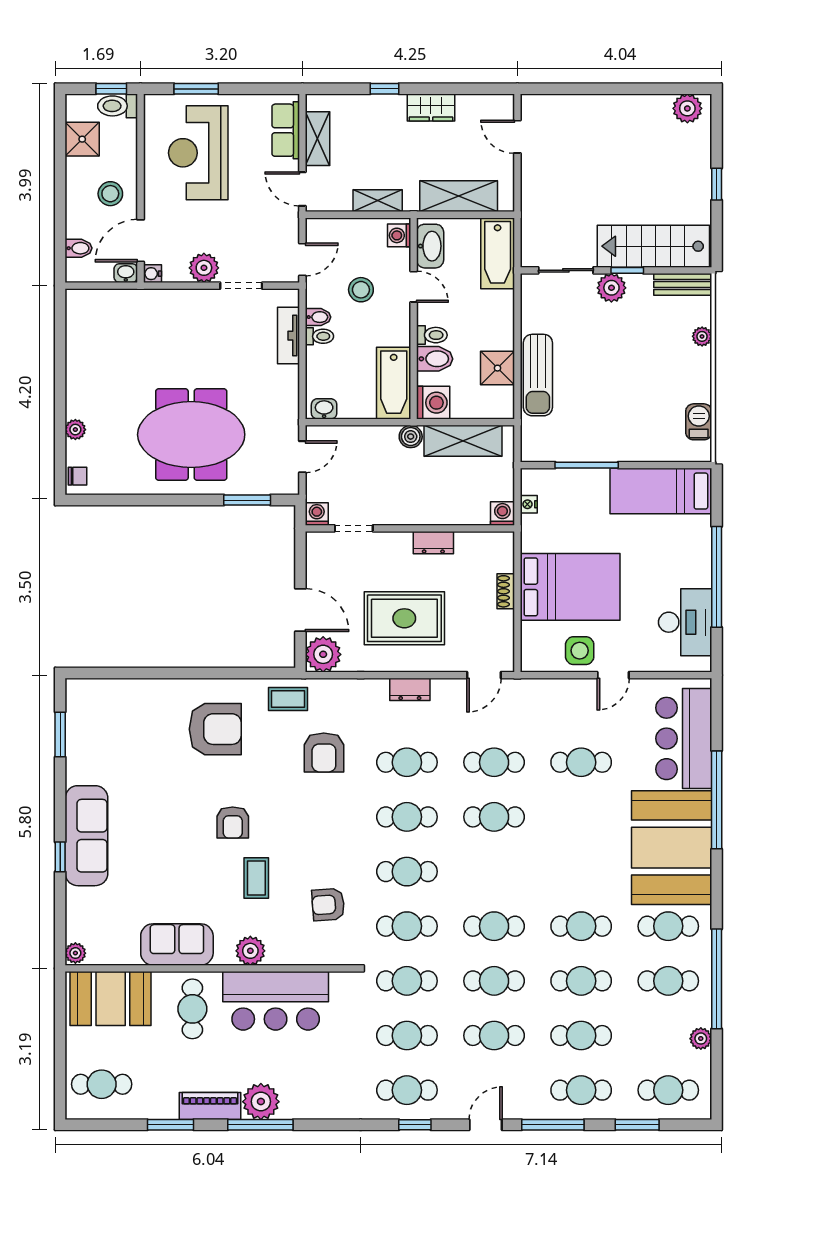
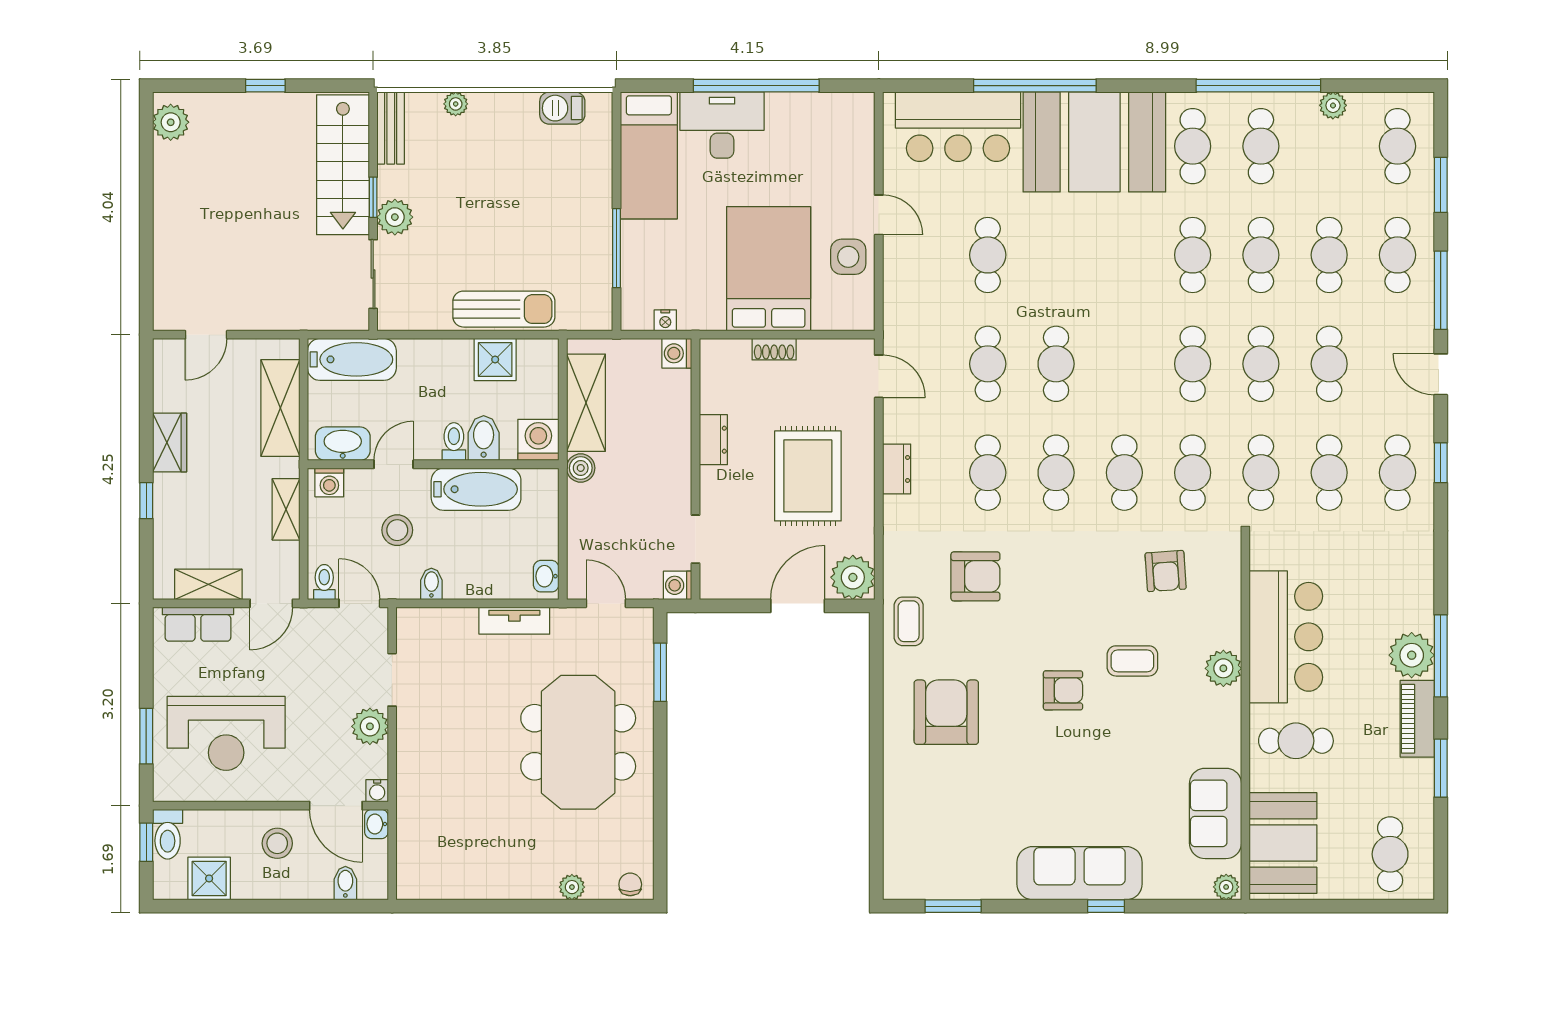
tv unit: (289, 336) -> (514, 621), moved
toilet: (319, 336) -> (324, 582), moved
bathtub: (394, 383) -> (476, 489), moved
desk: (685, 622) -> (722, 125), moved
sofa: (177, 945) -> (1216, 813), moved

